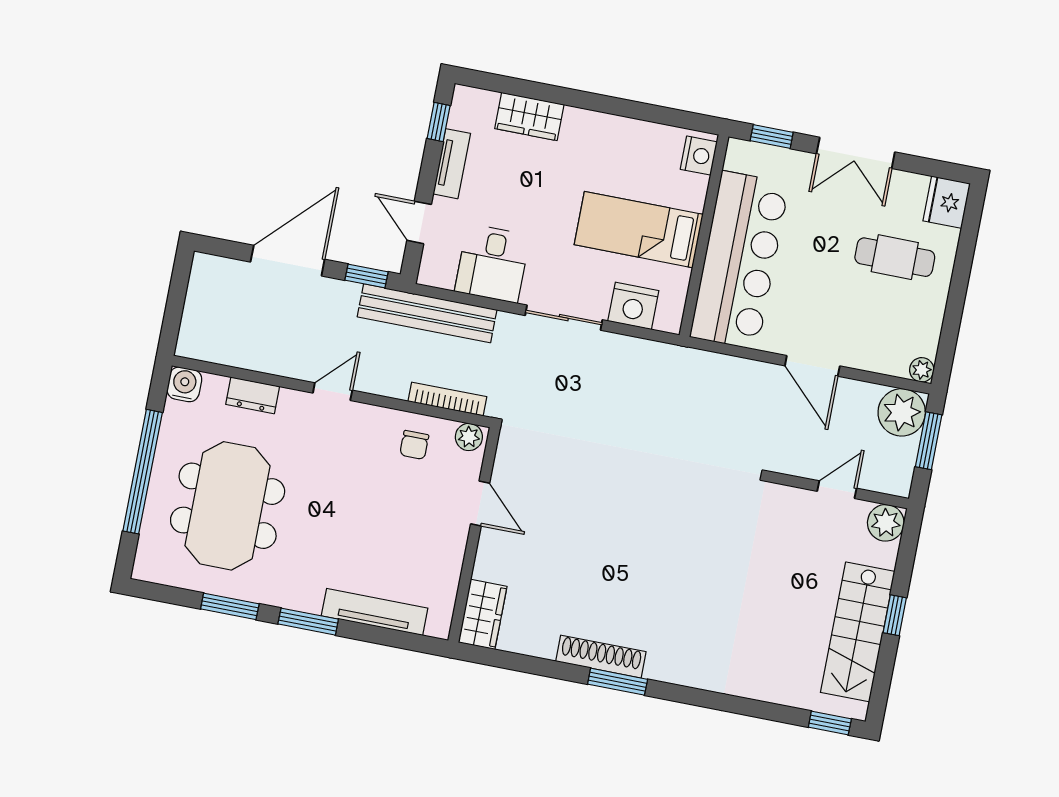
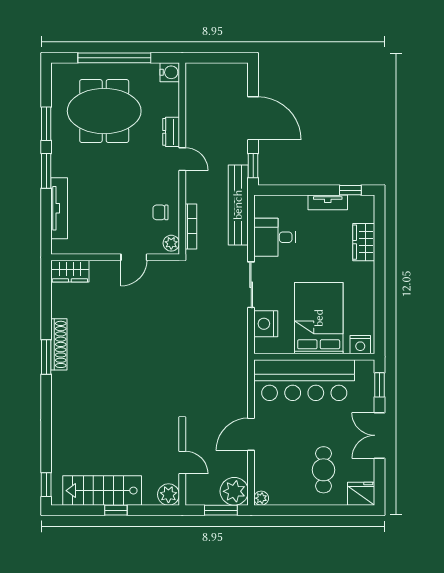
door: (419, 222) -> (290, 190), removed
bed: (639, 230) -> (319, 318), width x1.50
dresser: (253, 395) -> (171, 132), moved

